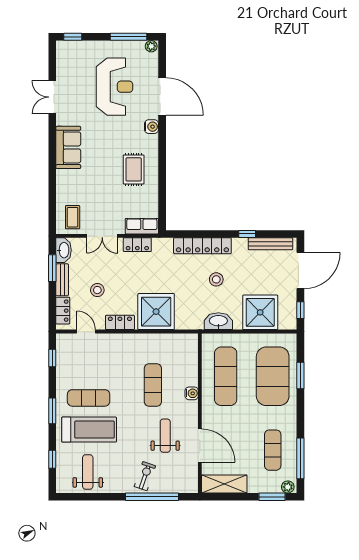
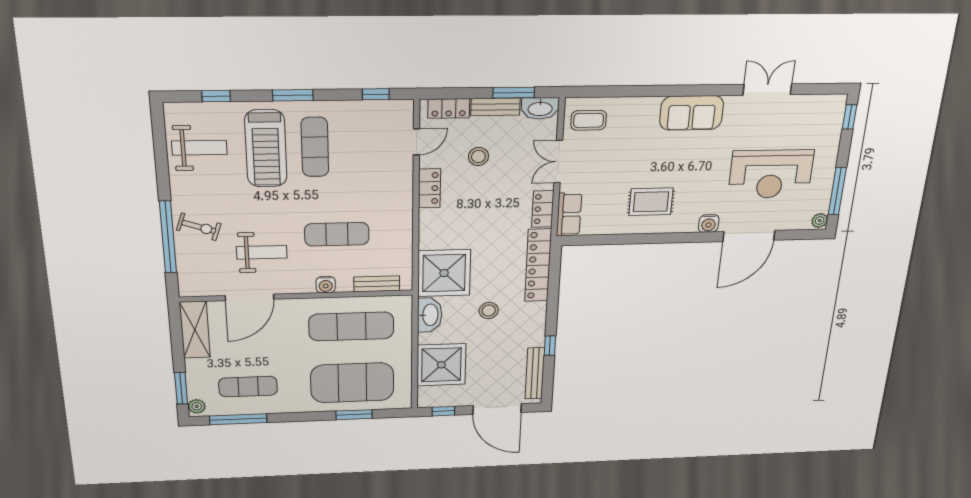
locker: (202, 246) -> (538, 265), moved
shower: (156, 312) -> (444, 273), moved
bench: (192, 358) -> (377, 284), added

